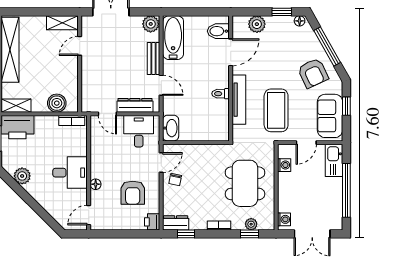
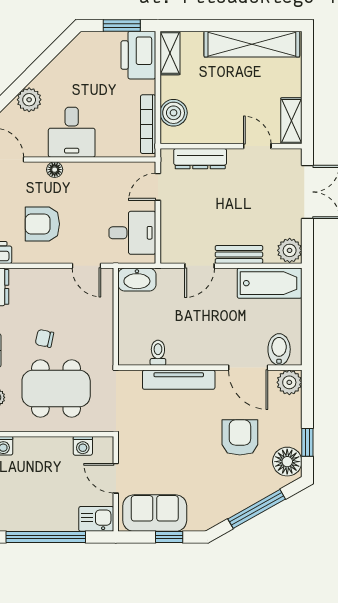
floor lamp: (300, 21) -> (287, 462), width x1.89, depth x1.89
plant: (257, 24) -> (289, 382), moved
armchair: (313, 73) -> (240, 437), moved, turned 115
toilet: (221, 94) -> (158, 353), moved
dresser: (135, 105) -> (200, 159), moved, turned 90
coffee table: (276, 110) -> (163, 434), removed
bookcase: (72, 120) -> (148, 124), width x1.56
kitchen sink: (334, 160) -> (96, 519), width x0.73
plant: (22, 176) -> (29, 100), moved
chair: (175, 180) -> (44, 338), moved

